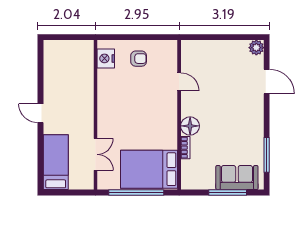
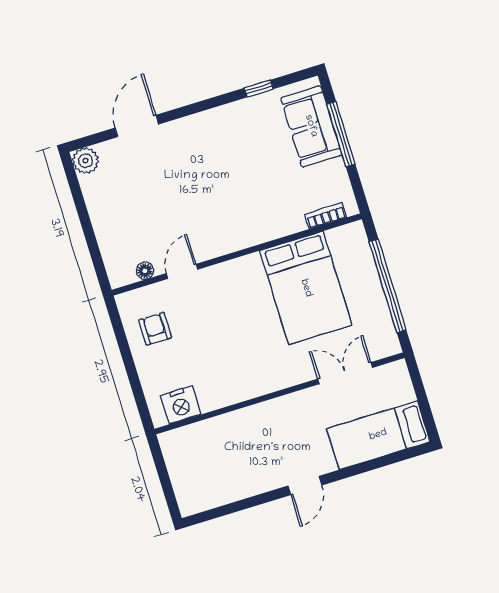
armchair: (139, 59) -> (155, 329), moved
floor lamp: (190, 126) -> (145, 271), moved, width x0.53, depth x0.53
bookcase: (185, 148) -> (326, 216), moved
window: (267, 155) -> (259, 89), width x0.46
bed: (149, 169) -> (306, 288), moved

